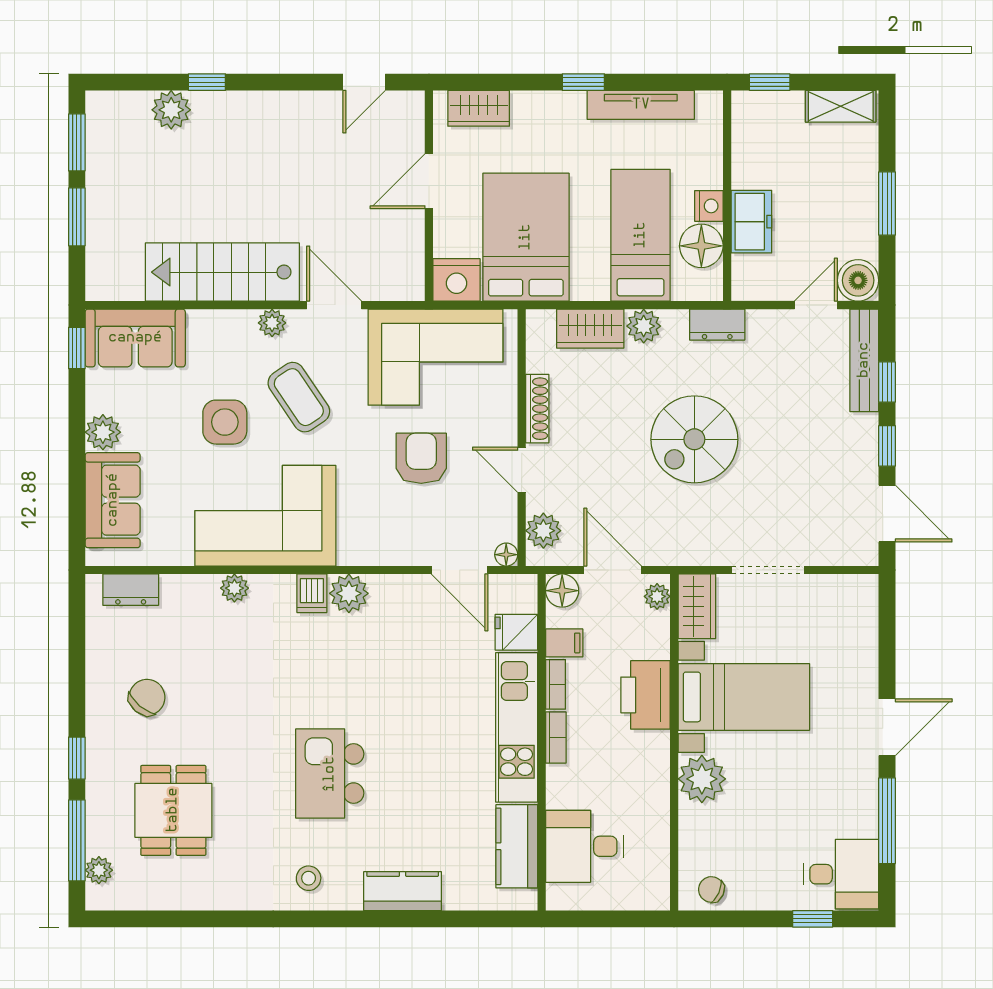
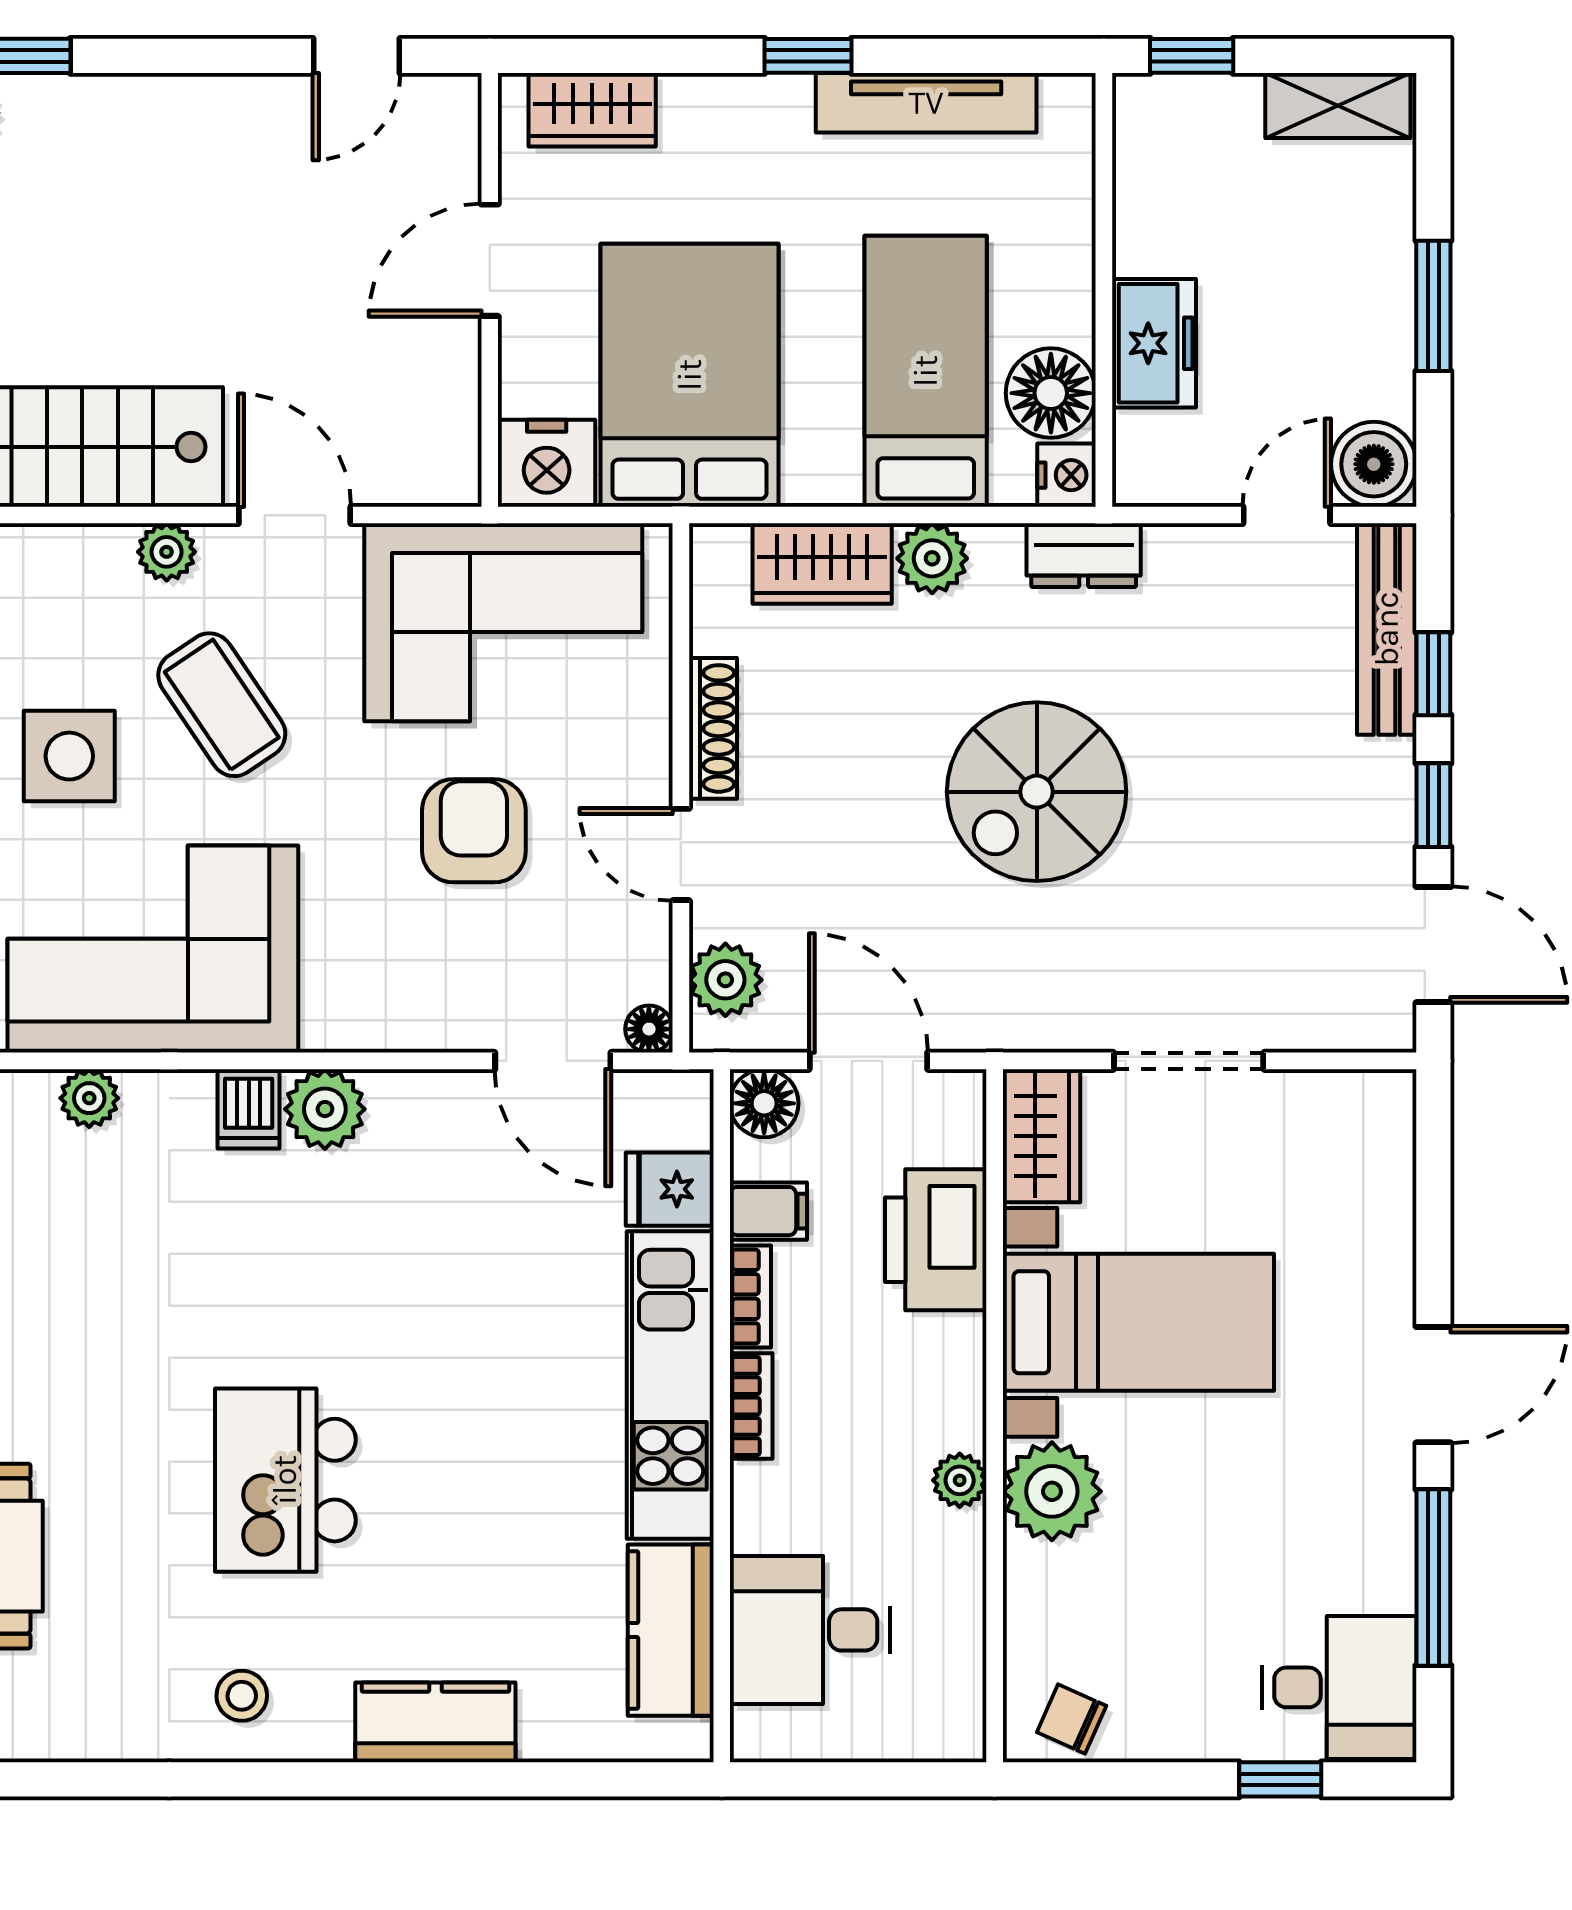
nightstand: (709, 206) -> (1066, 475), moved
plant: (657, 596) -> (960, 1480), moved
printer: (645, 695) -> (936, 1240), moved

